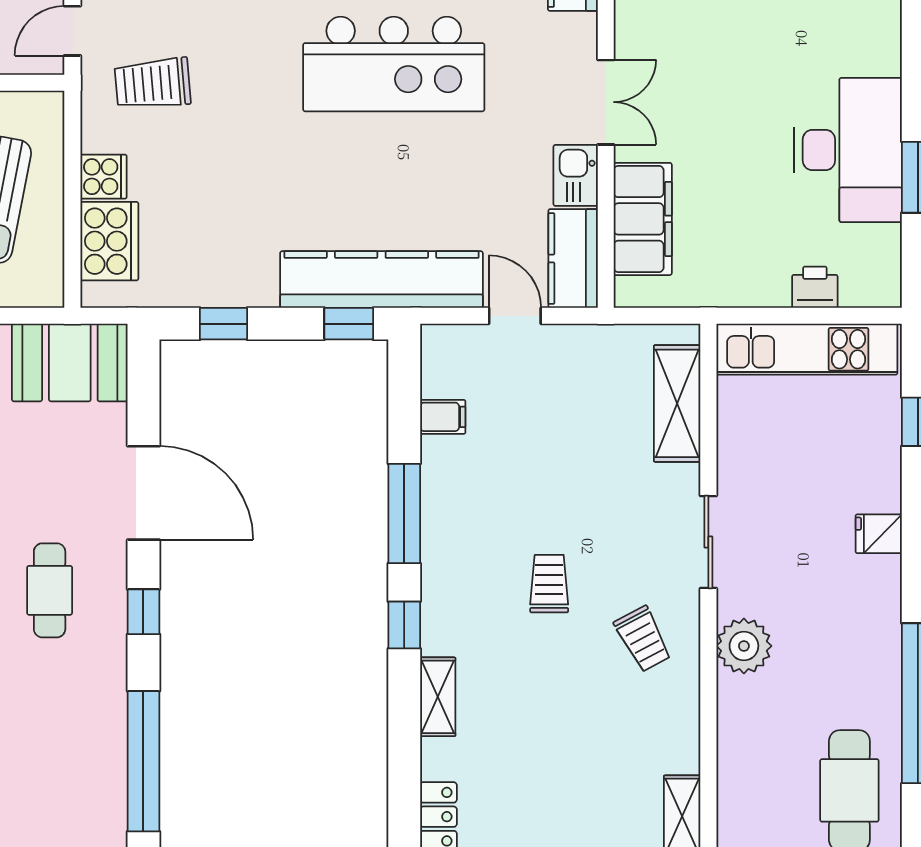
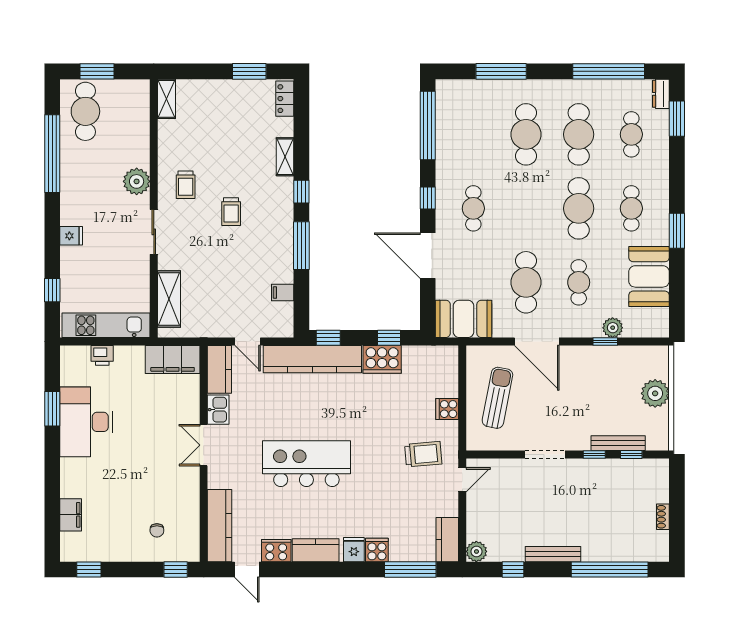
filing cabinet: (643, 219) -> (173, 359), moved, turned -90
cooker: (109, 241) -> (382, 359), moved, turned -90
trolley: (643, 639) -> (186, 185), turned -152

